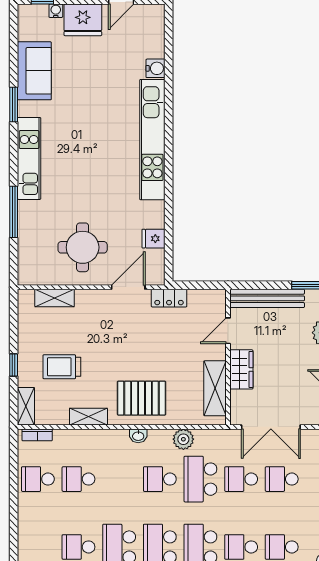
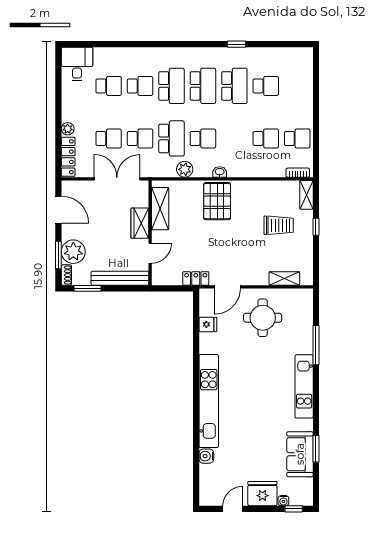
window: (14, 104) -> (316, 449), moved
pallet: (142, 398) -> (217, 201), turned 90
shelving: (88, 417) -> (258, 187), removed

